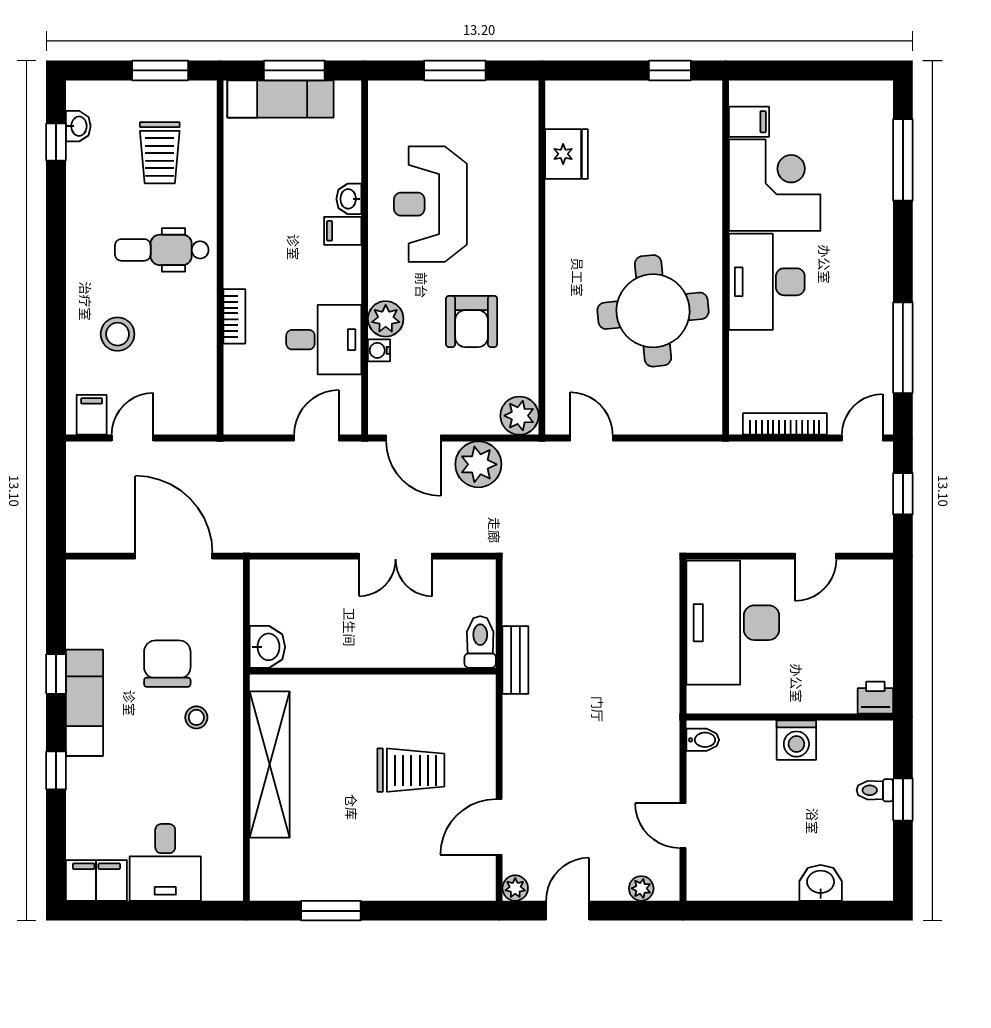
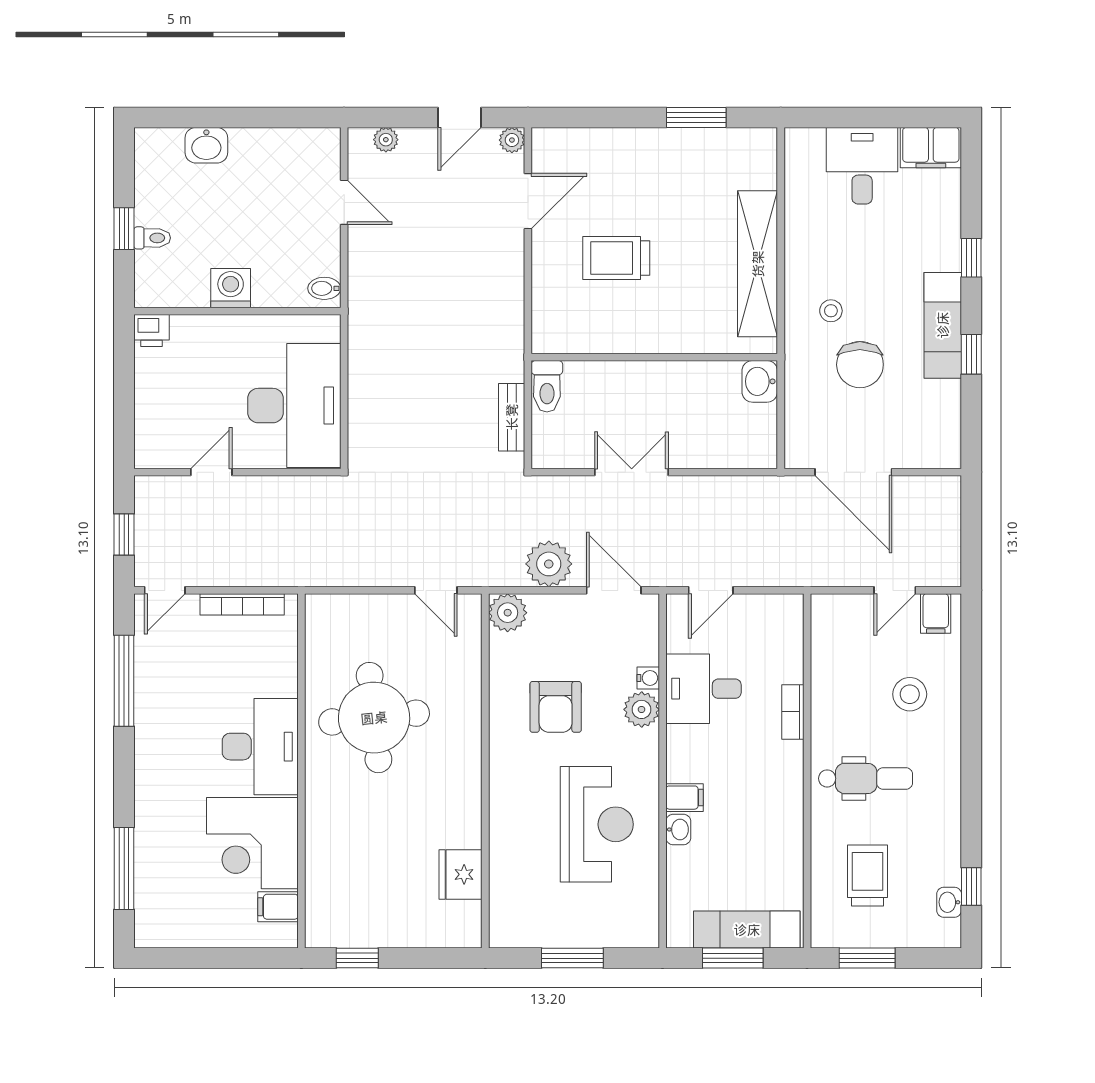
armchair: (472, 321) -> (556, 707), turned 180
bench: (515, 660) -> (512, 417), moved

